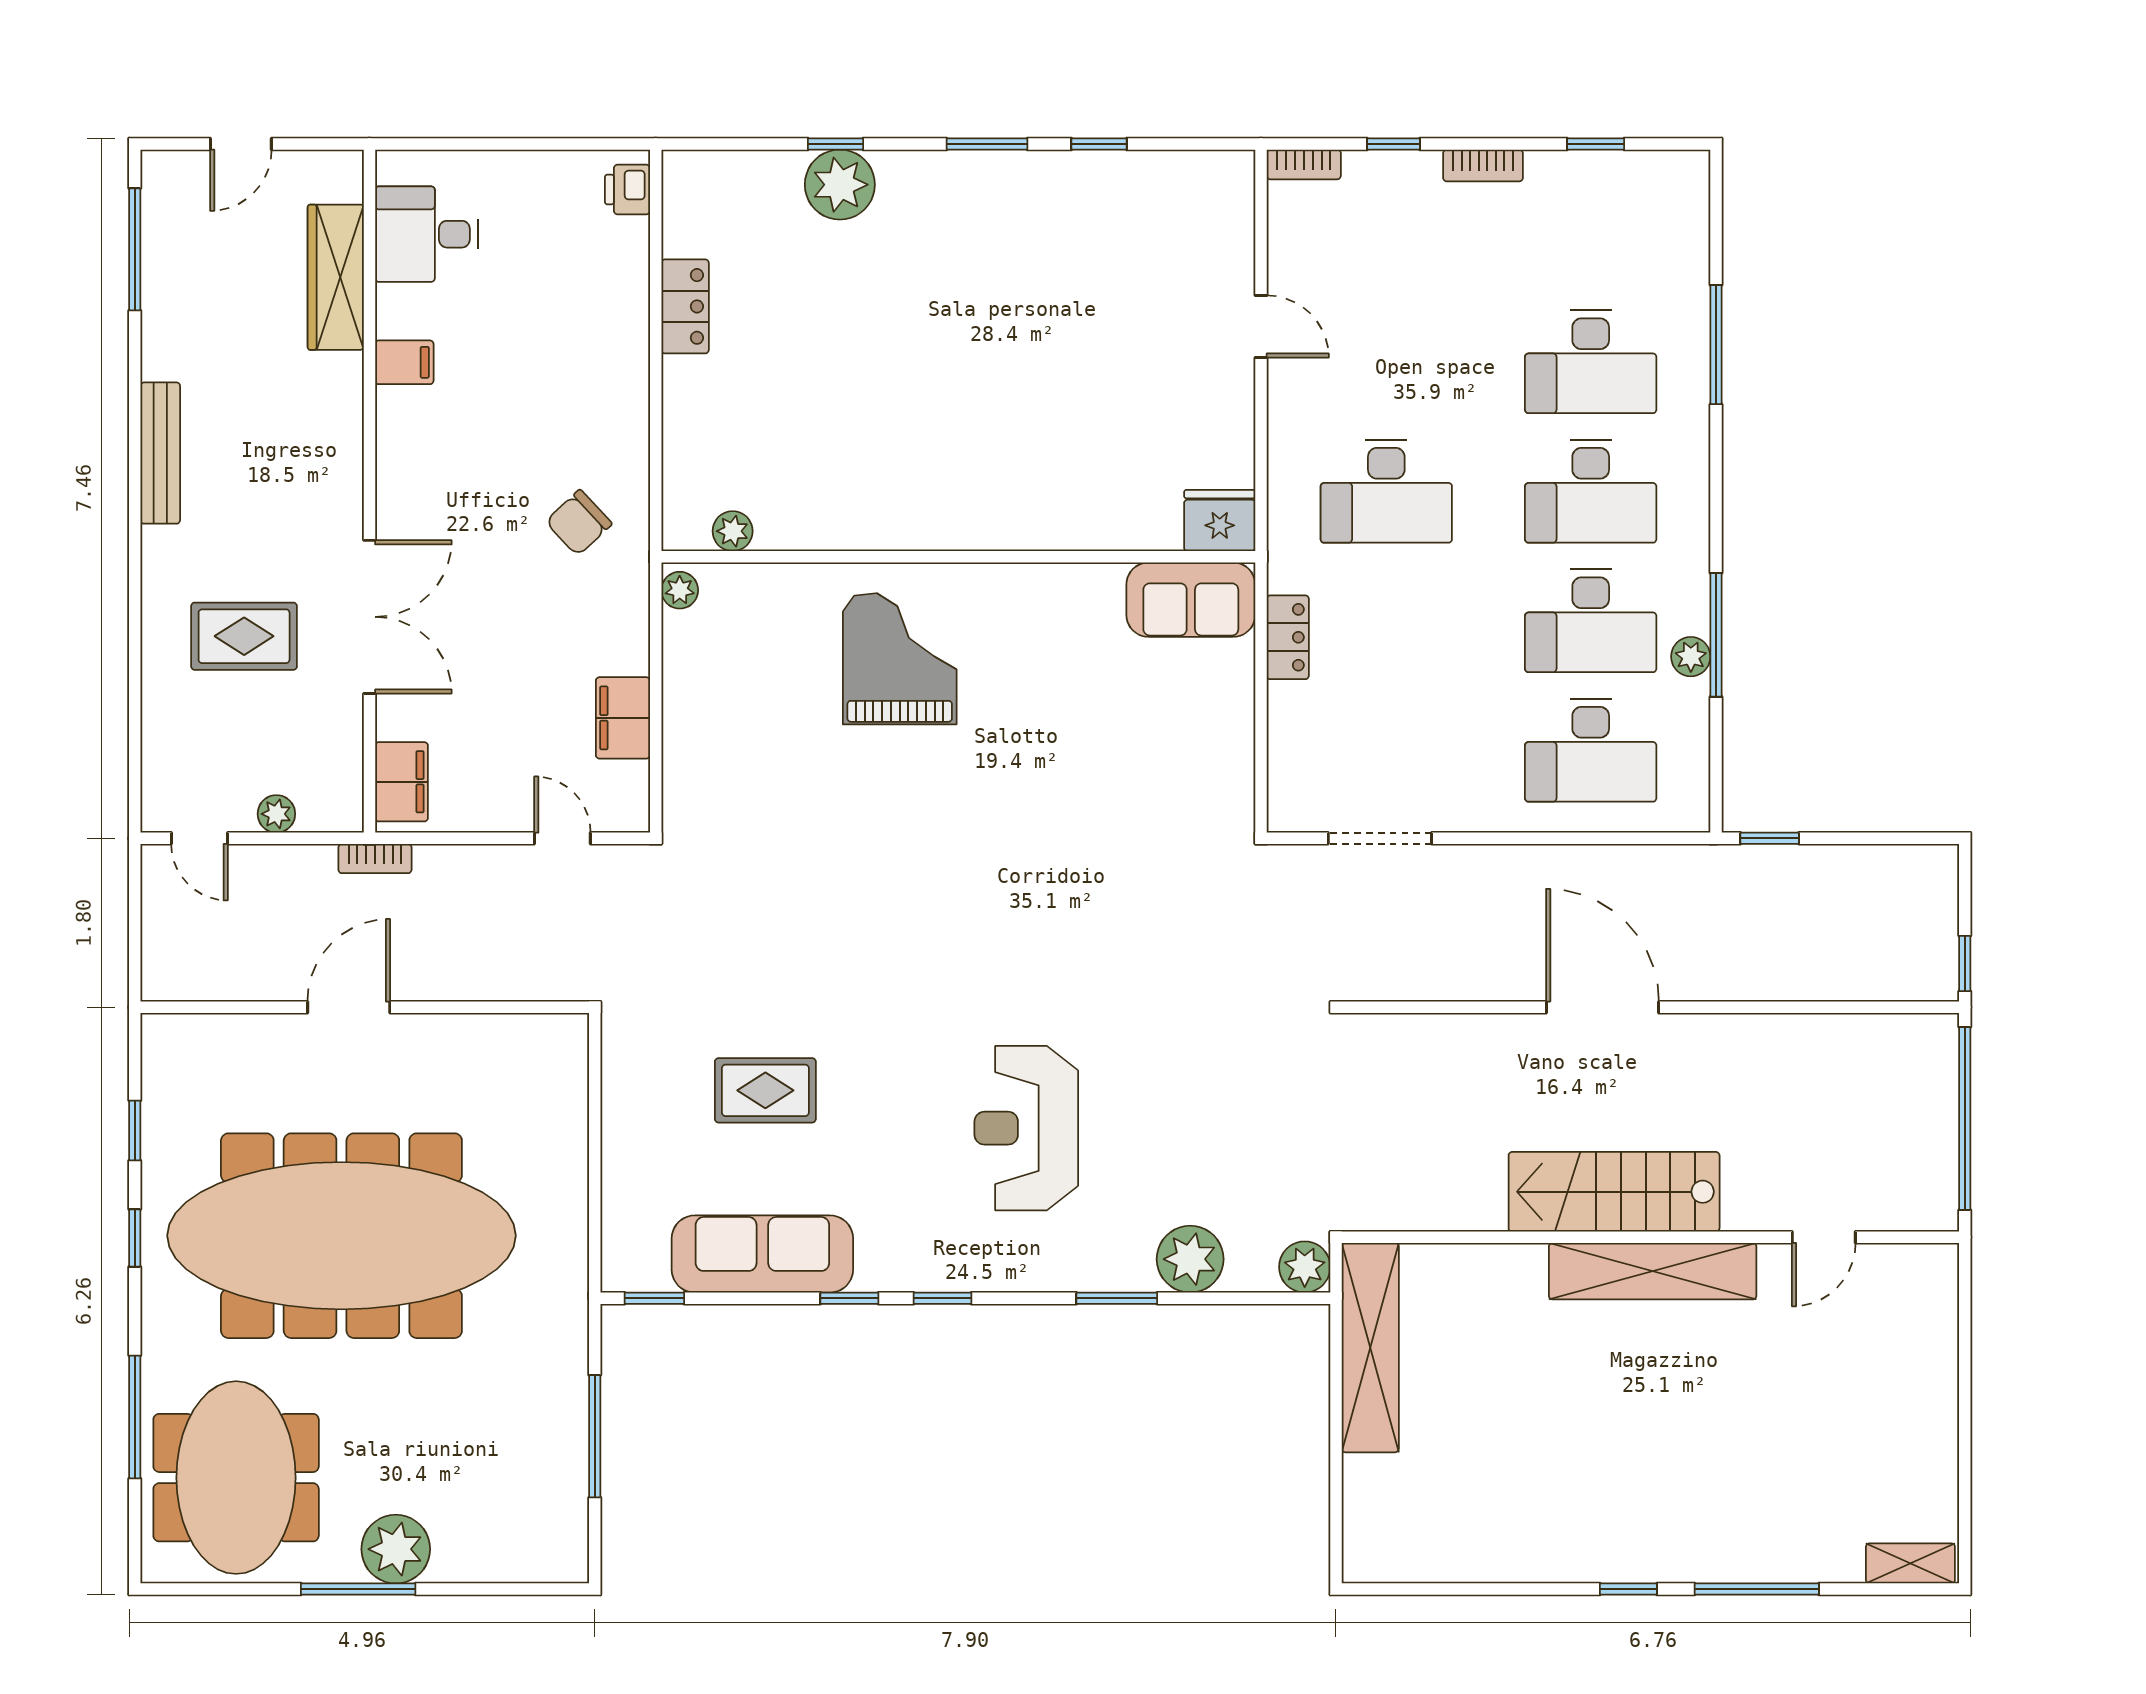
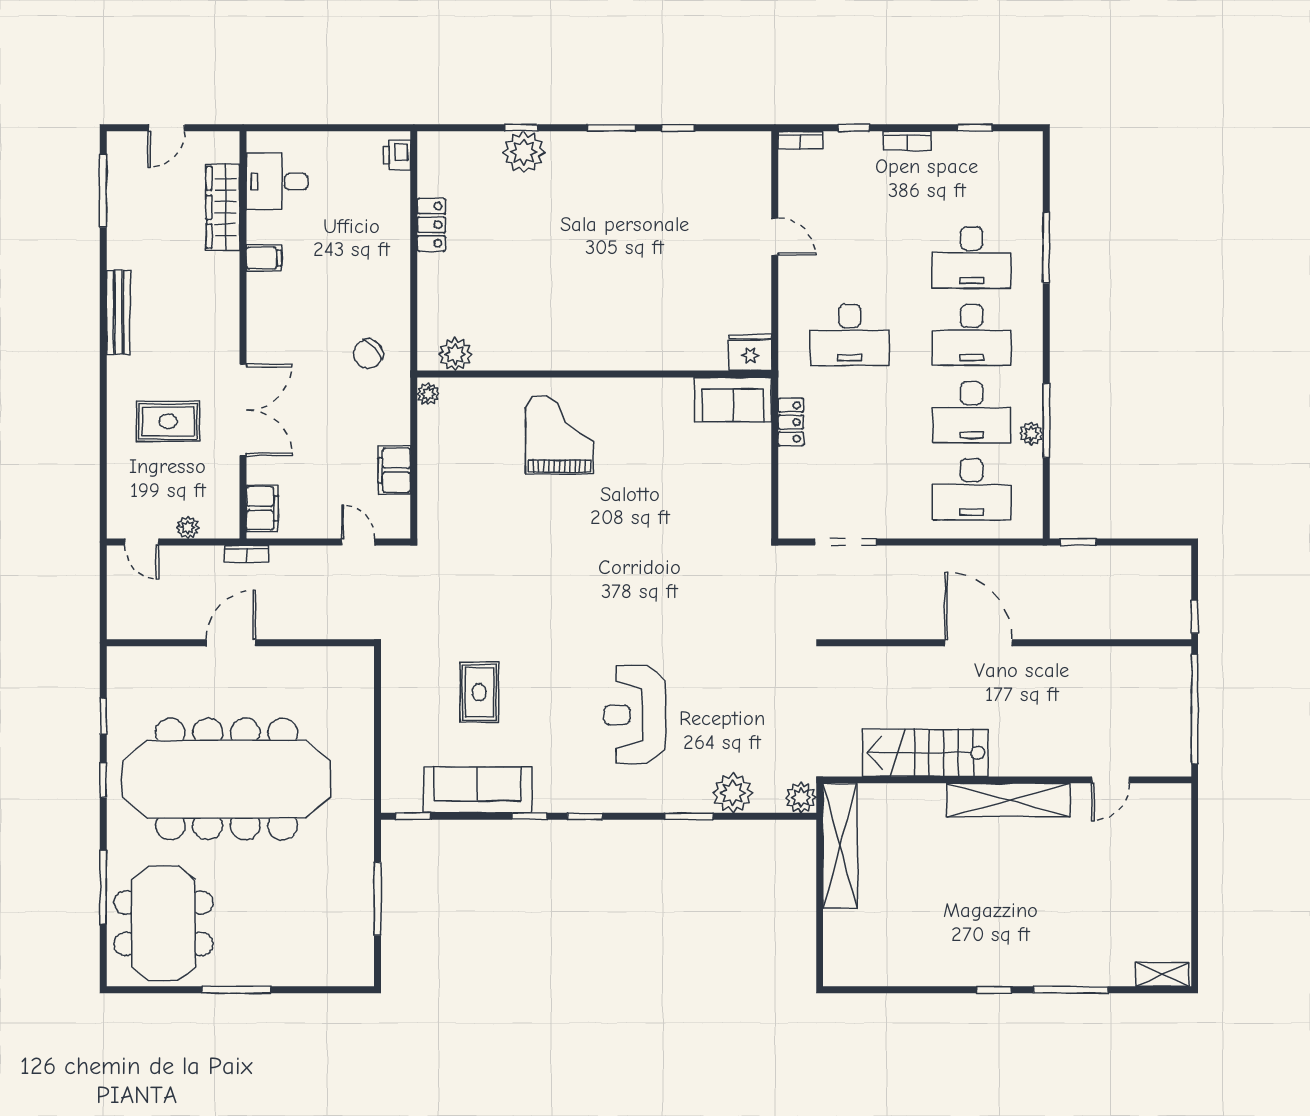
plant: (733, 531) -> (455, 354), width x1.38, depth x1.38
rug: (765, 1090) -> (479, 692), turned 90
stairs: (1614, 1192) -> (925, 753), moved
plant: (396, 1549) -> (259, 966), removed

